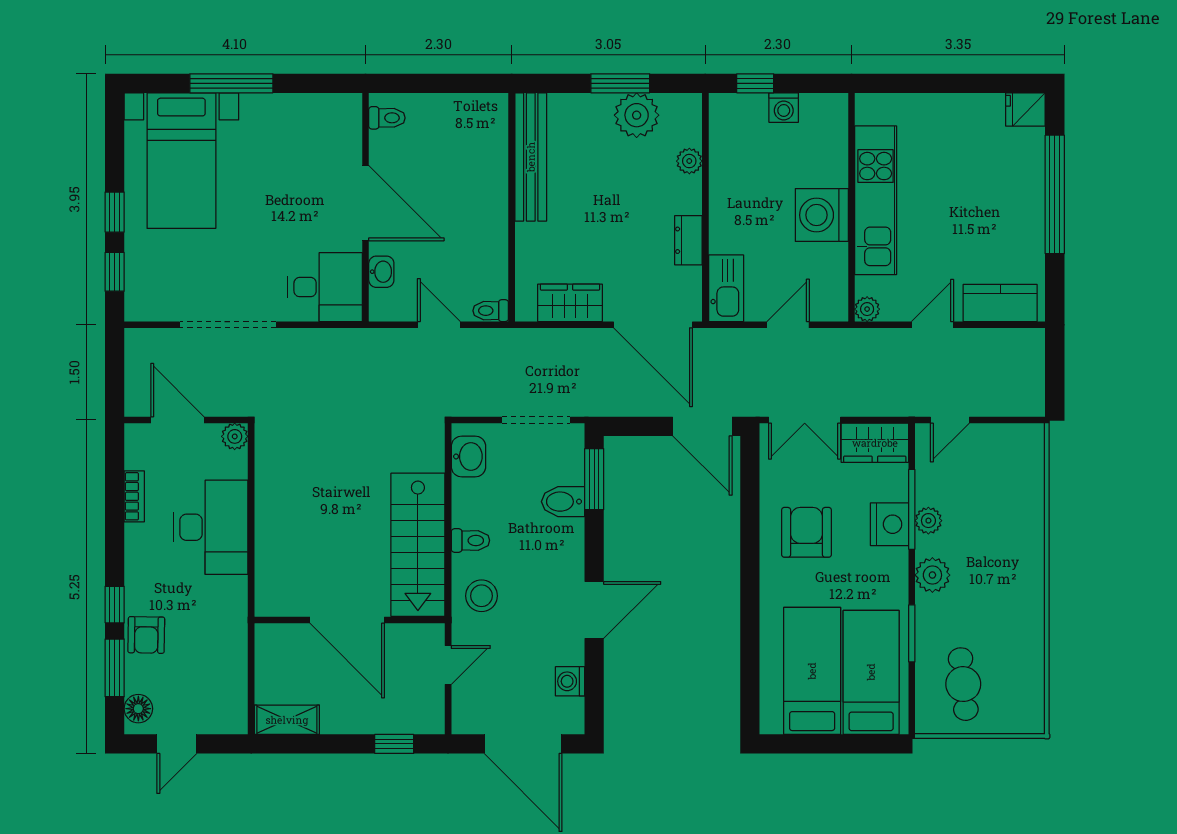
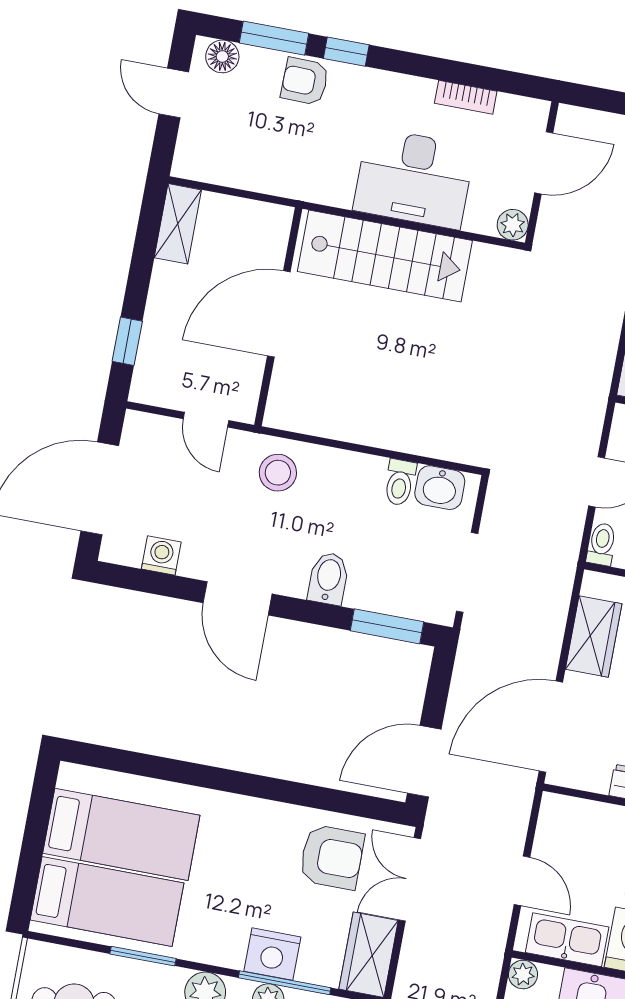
kitchen sink: (726, 288) -> (567, 940), moved, turned 180
bidet: (563, 502) -> (328, 578), moved
armchair: (807, 532) -> (332, 857), moved
toilet: (470, 540) -> (400, 482), moved
stairs: (418, 545) -> (385, 256), moved, turned 180

